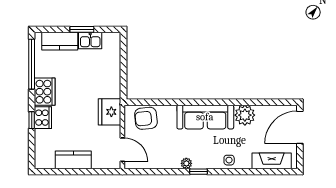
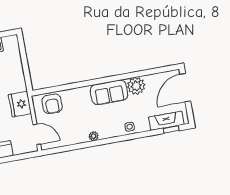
sofa: (205, 117) -> (109, 92), width x0.73
armchair: (146, 118) -> (52, 104), turned -84
window: (199, 172) -> (171, 129), moved

